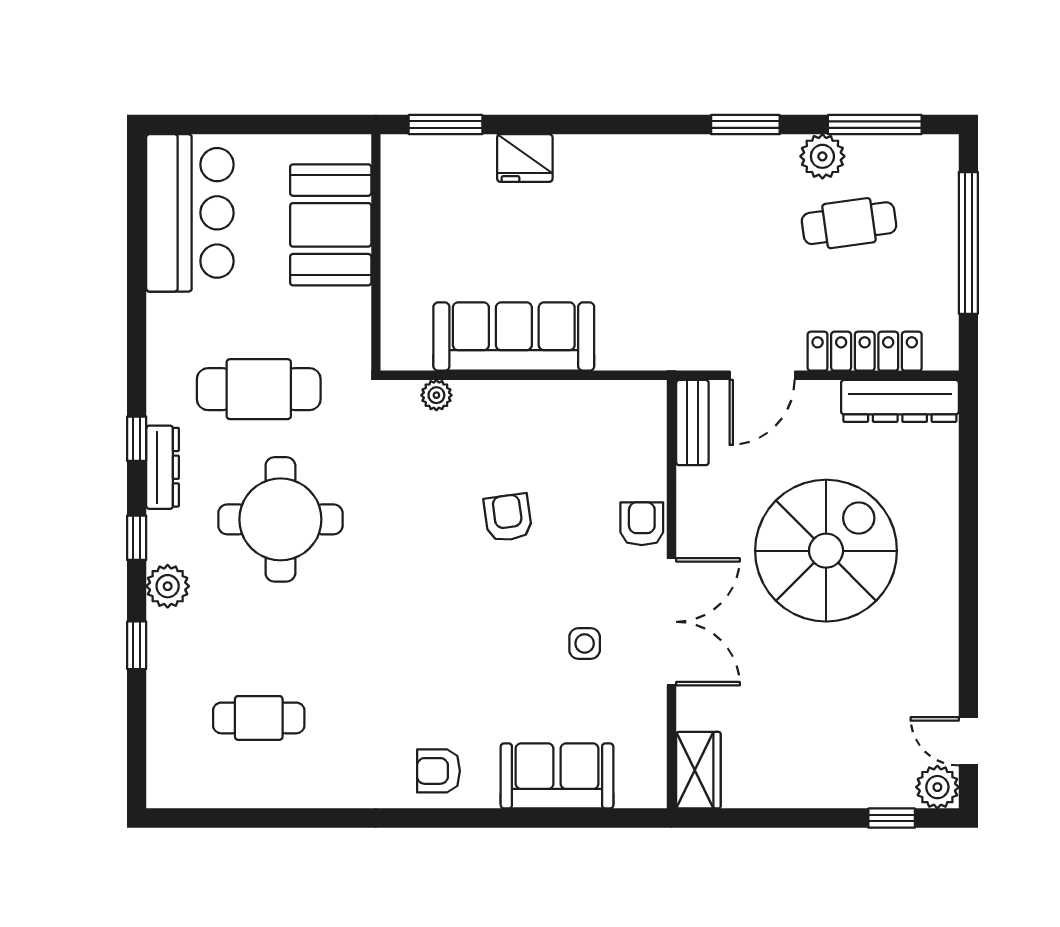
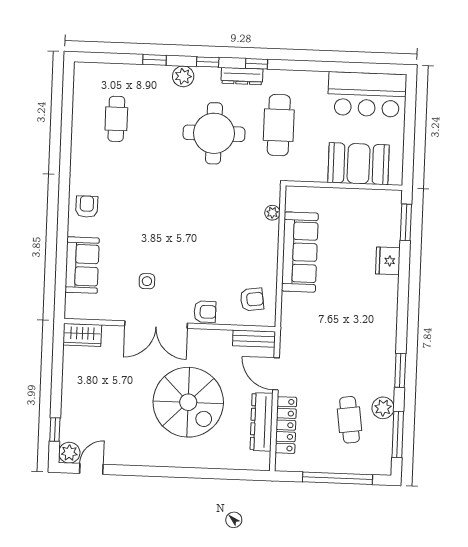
dresser: (900, 401) -> (261, 422), moved
armchair: (508, 518) -> (252, 299), moved

